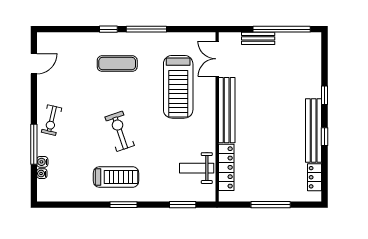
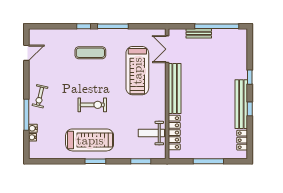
exercise bike: (120, 131) -> (92, 105), turned 109
treadmill: (116, 177) -> (90, 140), width x1.37, depth x1.38

